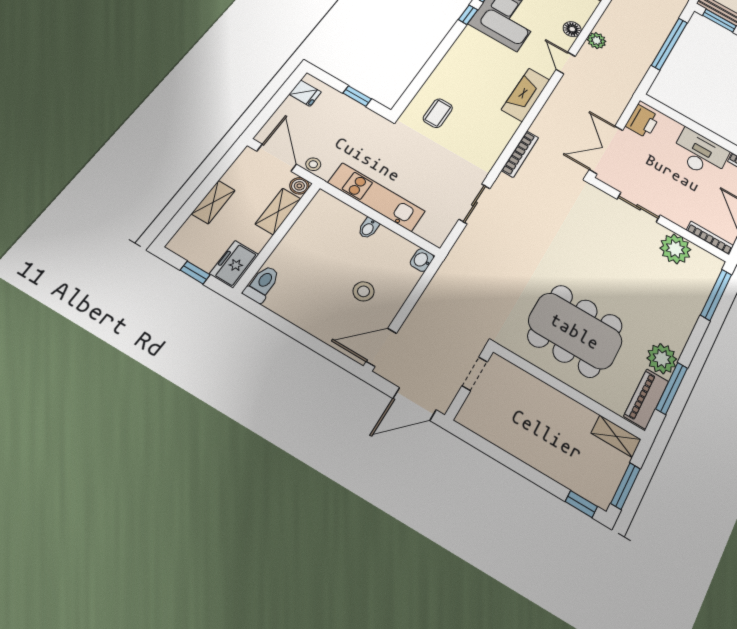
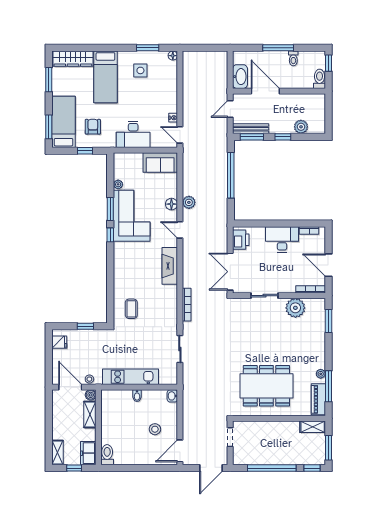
shelving: (213, 202) -> (58, 453), moved
window: (716, 295) -> (329, 321), width x0.69
plant: (662, 359) -> (321, 374), width x0.53, depth x0.53
window: (514, 464) -> (272, 468), added

